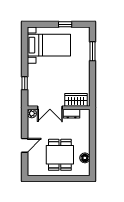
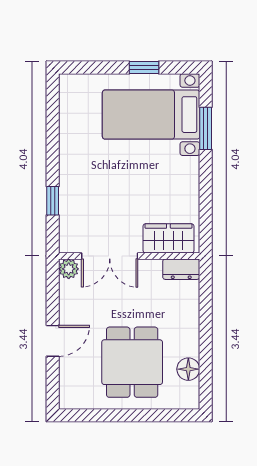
bed with nightstands: (49, 45) -> (151, 115), moved, turned 180
dresser: (72, 114) -> (181, 269), moved

